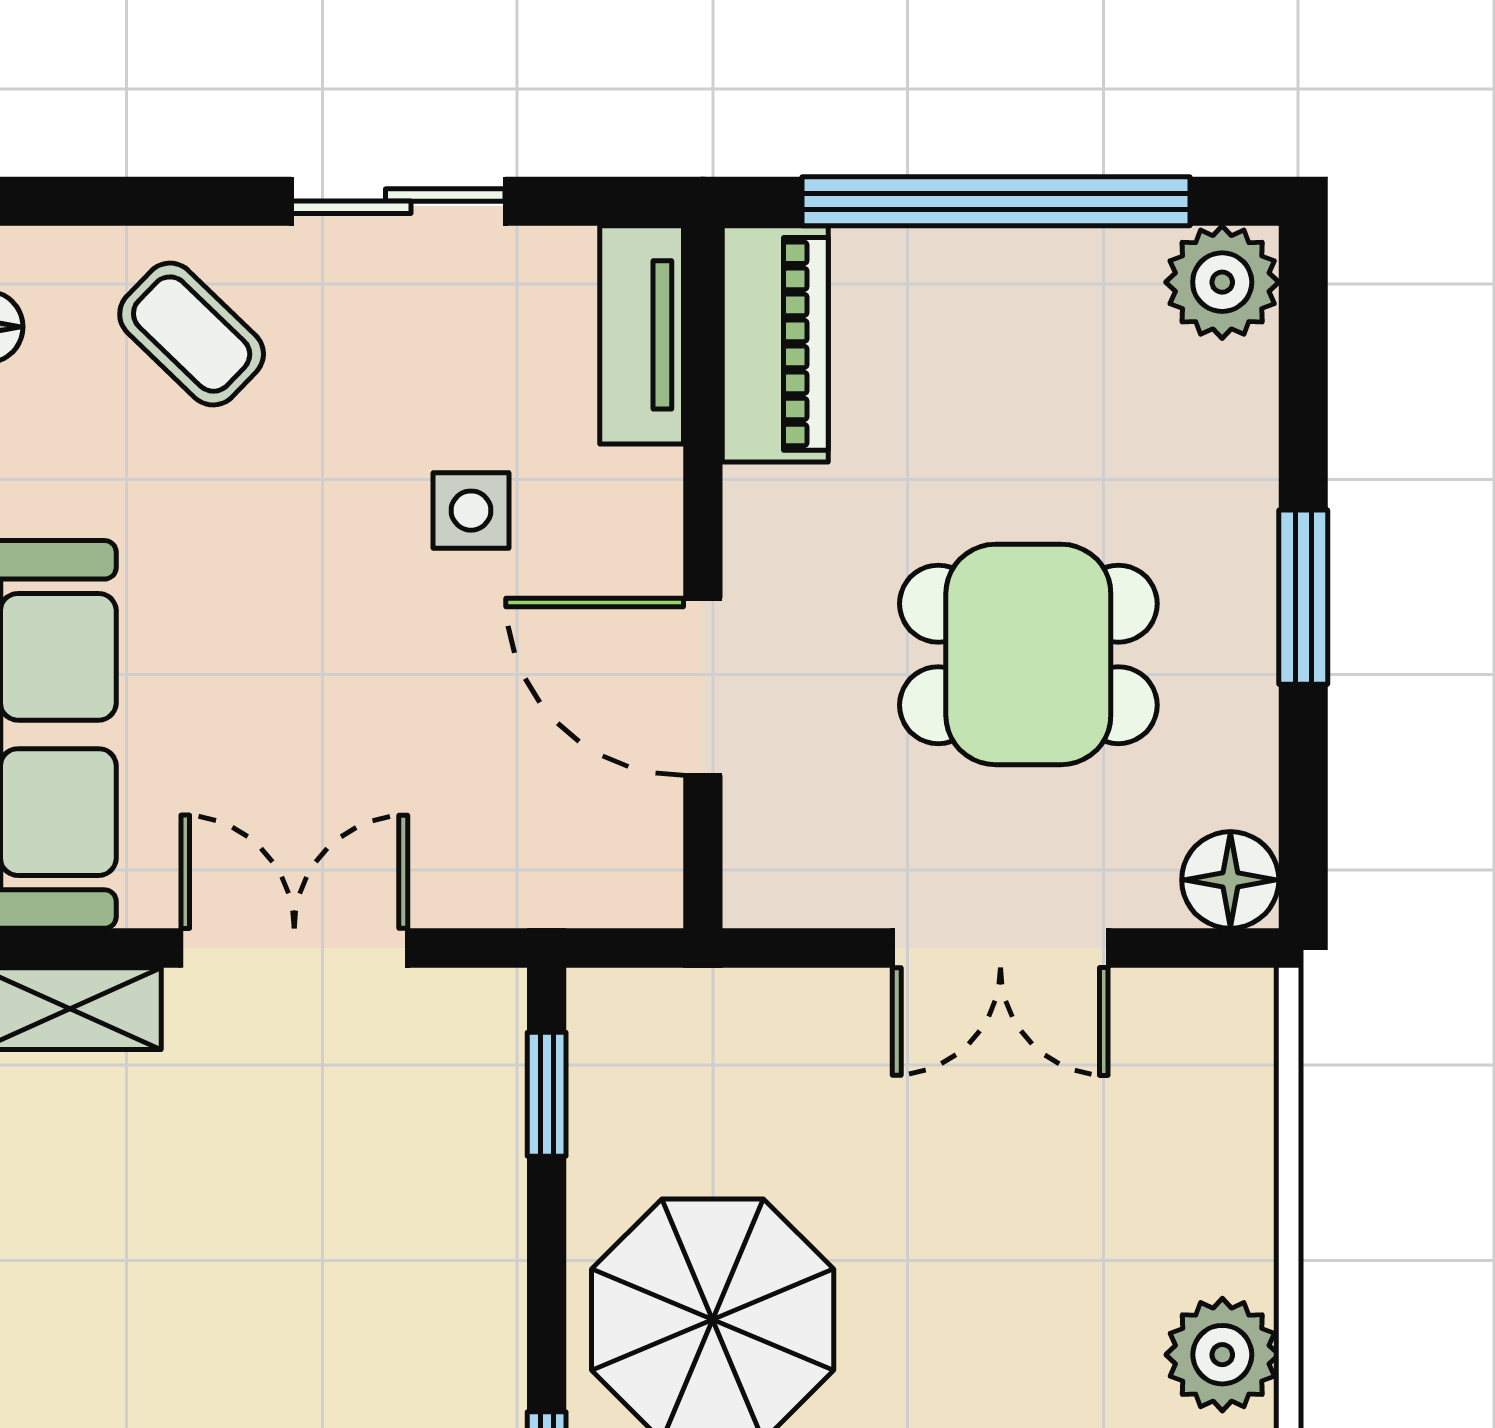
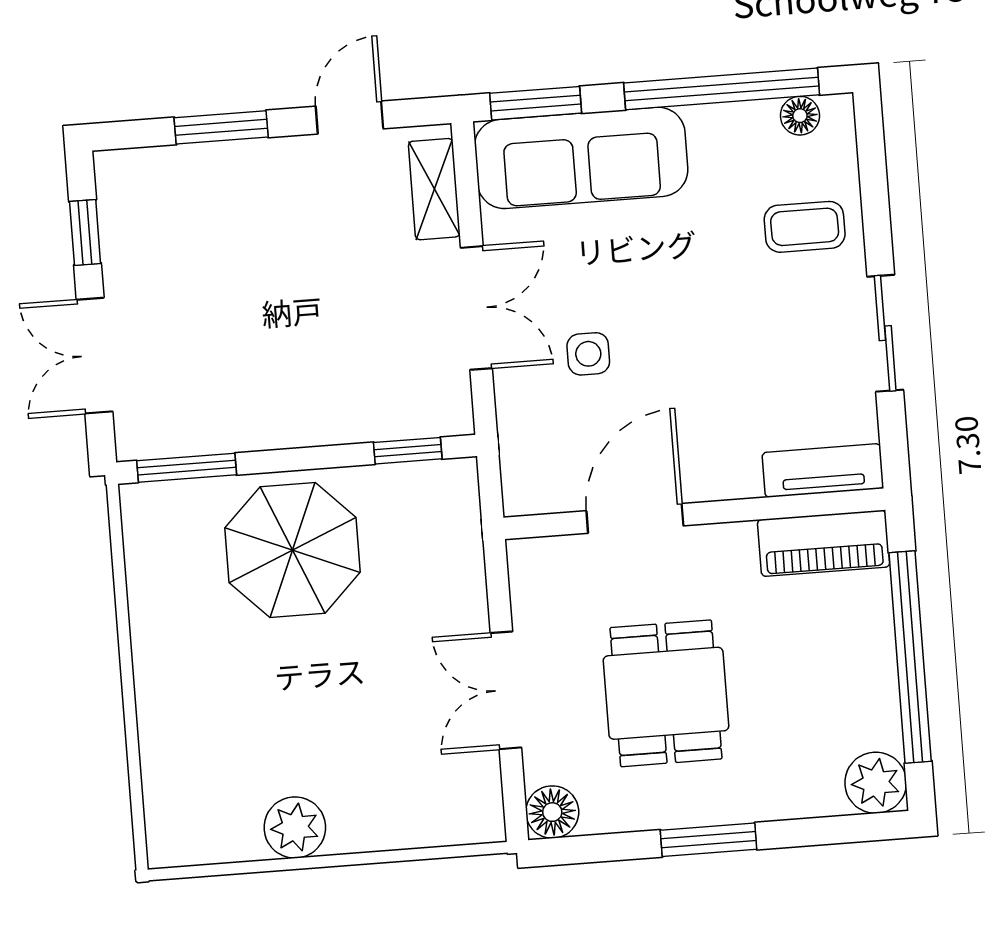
coffee table: (192, 334) -> (805, 227), turned 46
side table: (471, 511) -> (588, 354), moved

